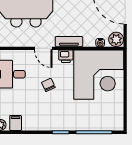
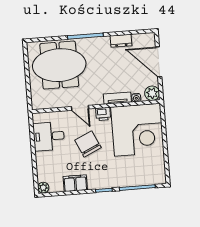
tv unit: (69, 42) -> (117, 98), moved
chair: (48, 85) -> (88, 144), width x1.87, depth x1.87
filing cabinet: (16, 123) -> (75, 183), moved, width x2.00

